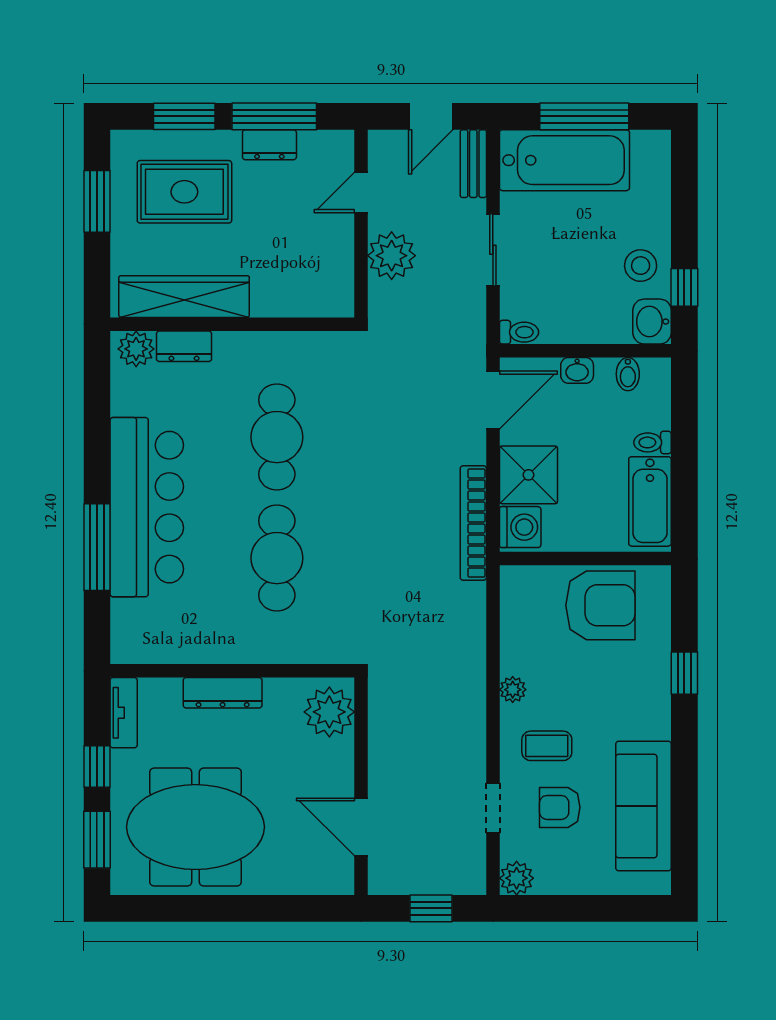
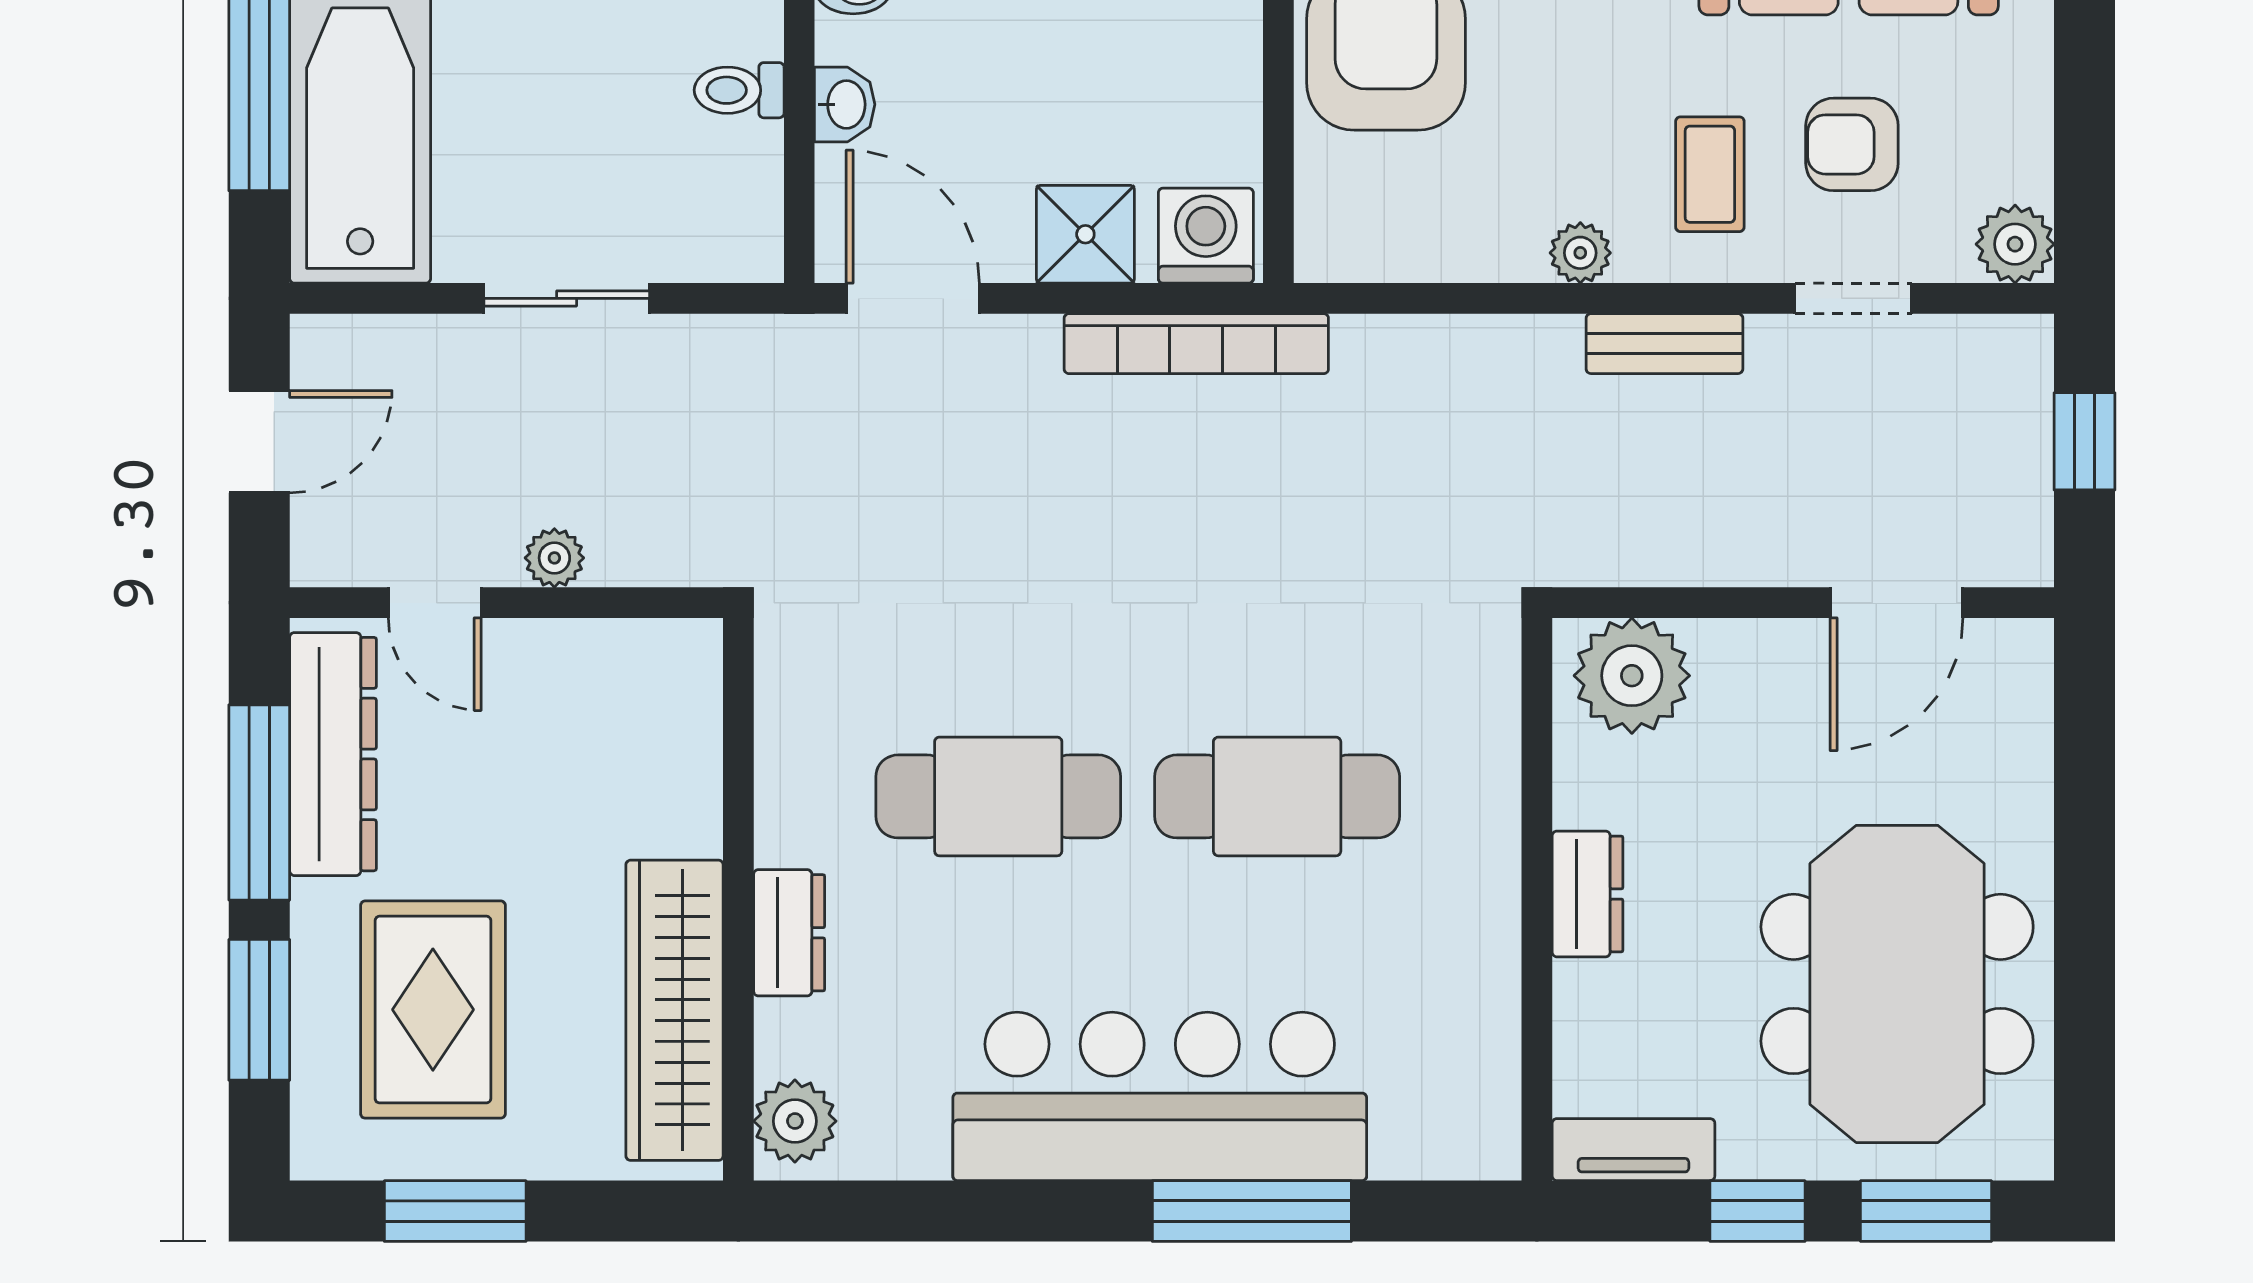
door: (431, 116) -> (259, 442), hinge flipped
dresser: (269, 145) -> (333, 754), width x1.96, depth x1.24
bench: (473, 164) -> (1664, 344), moved
plant: (392, 256) -> (554, 558), width x0.53, depth x0.53
toilet: (519, 332) -> (739, 90), moved, turned -90
dresser: (184, 346) -> (789, 933), moved
shower: (529, 475) -> (1085, 234), width x0.73, depth x0.73
dresser: (223, 693) -> (1588, 894), width x0.70
armchair: (560, 807) -> (1852, 144), turned 90

